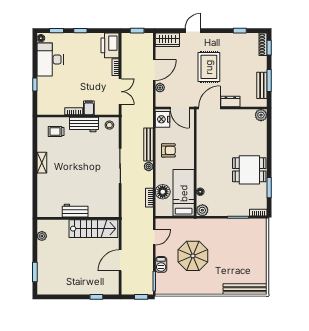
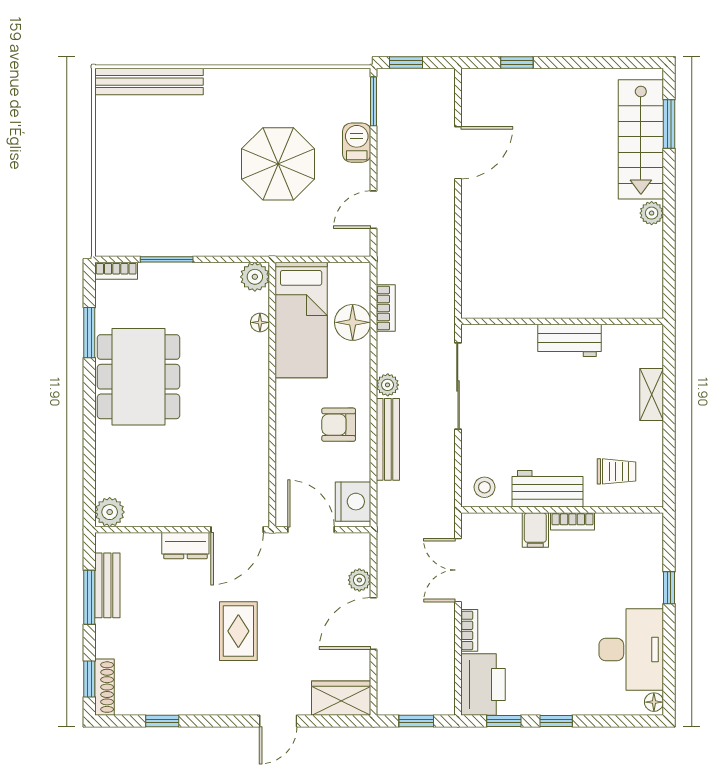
window: (56, 31) -> (504, 721), moved
rug: (209, 67) -> (238, 631), width x0.73, depth x0.70
dining table: (249, 170) -> (138, 377), width x1.37
workbench: (75, 211) -> (570, 340), moved
wall: (78, 218) -> (562, 321), moved
stairs: (93, 229) -> (641, 139), moved, turned -90

